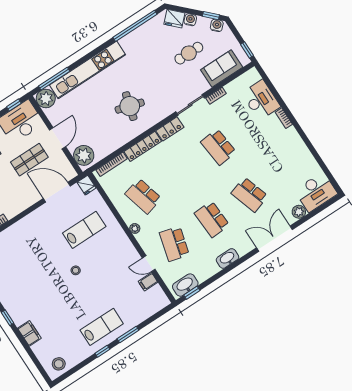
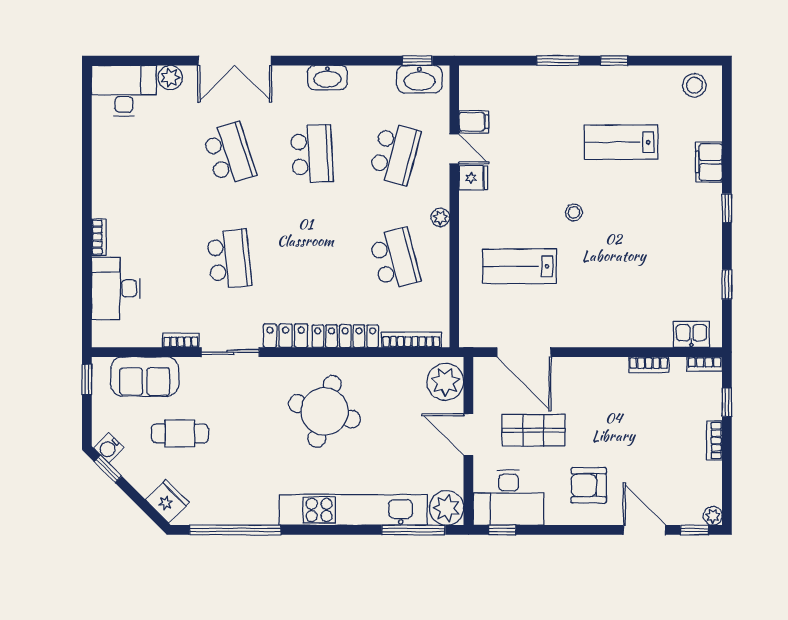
water cooler: (190, 20) -> (144, 484), removed
round table: (130, 106) -> (325, 411), width x1.36, depth x1.36
door: (58, 138) -> (468, 435), hinge flipped
fridge: (86, 185) -> (473, 178), moved, turned 90
lab bench: (102, 327) -> (621, 142), moved

